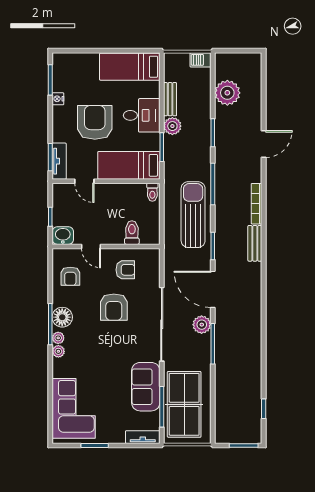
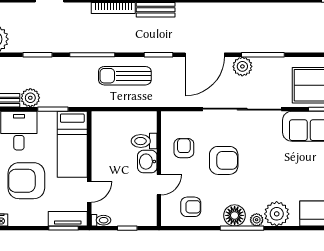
toilet: (152, 192) -> (101, 220), moved
sun lounger: (193, 215) -> (125, 76), width x0.73, depth x0.75
washbasin: (63, 236) -> (147, 162), moved
plant: (58, 351) -> (277, 214), width x1.88, depth x1.88

